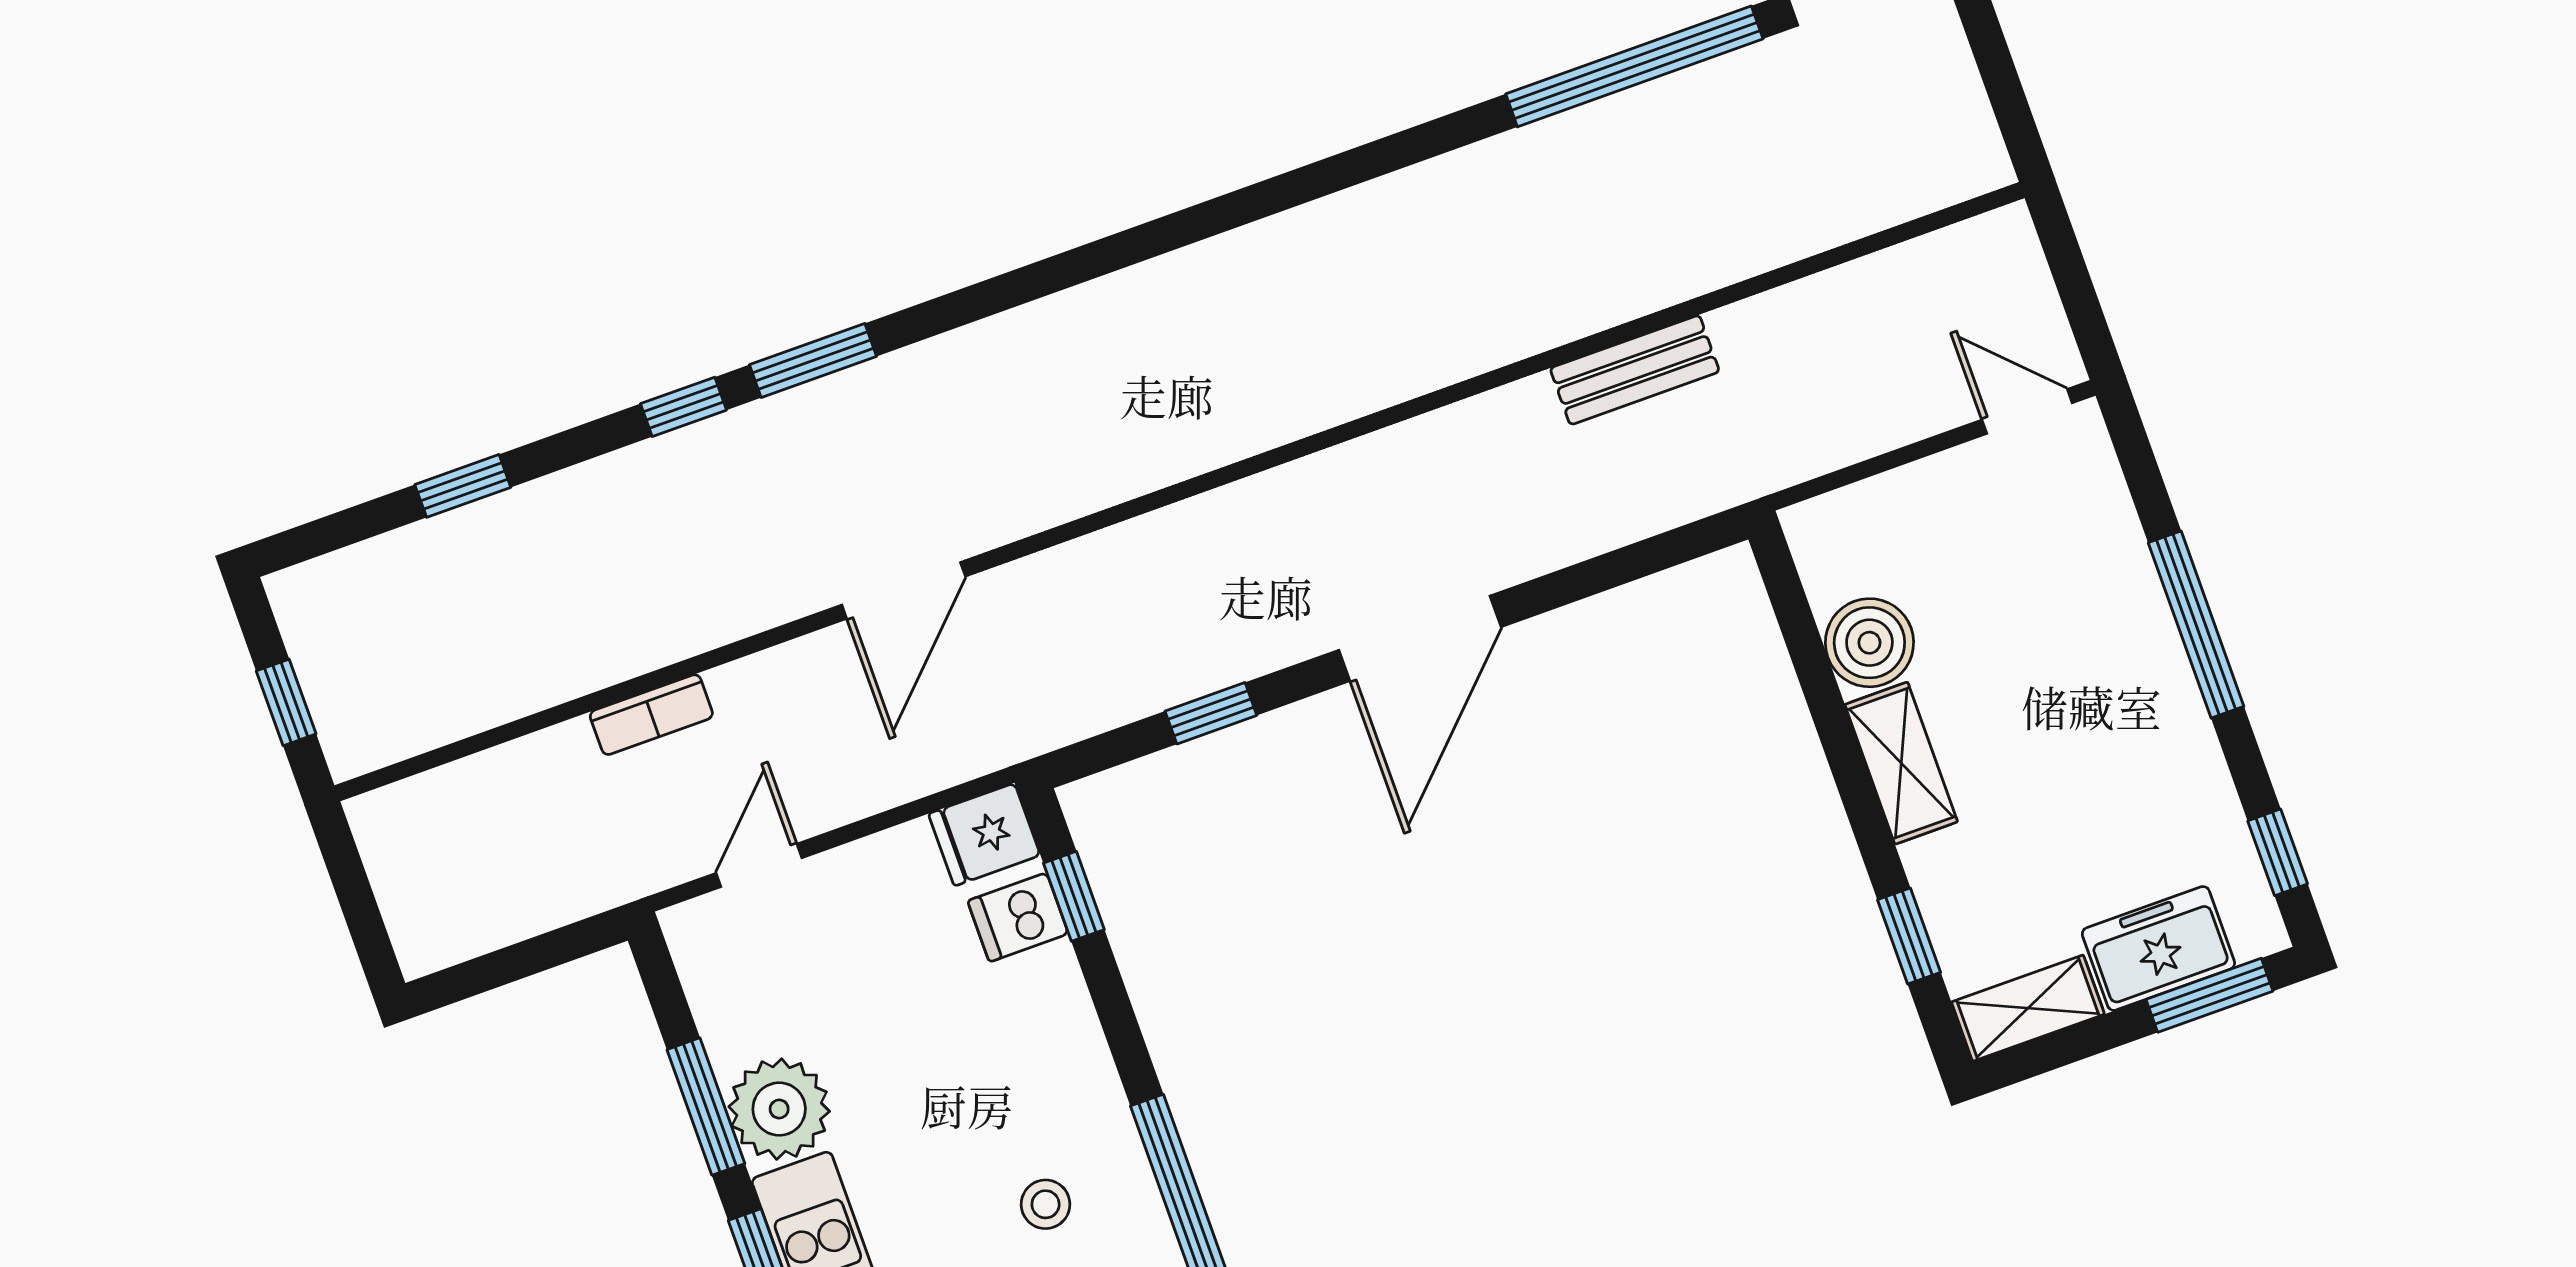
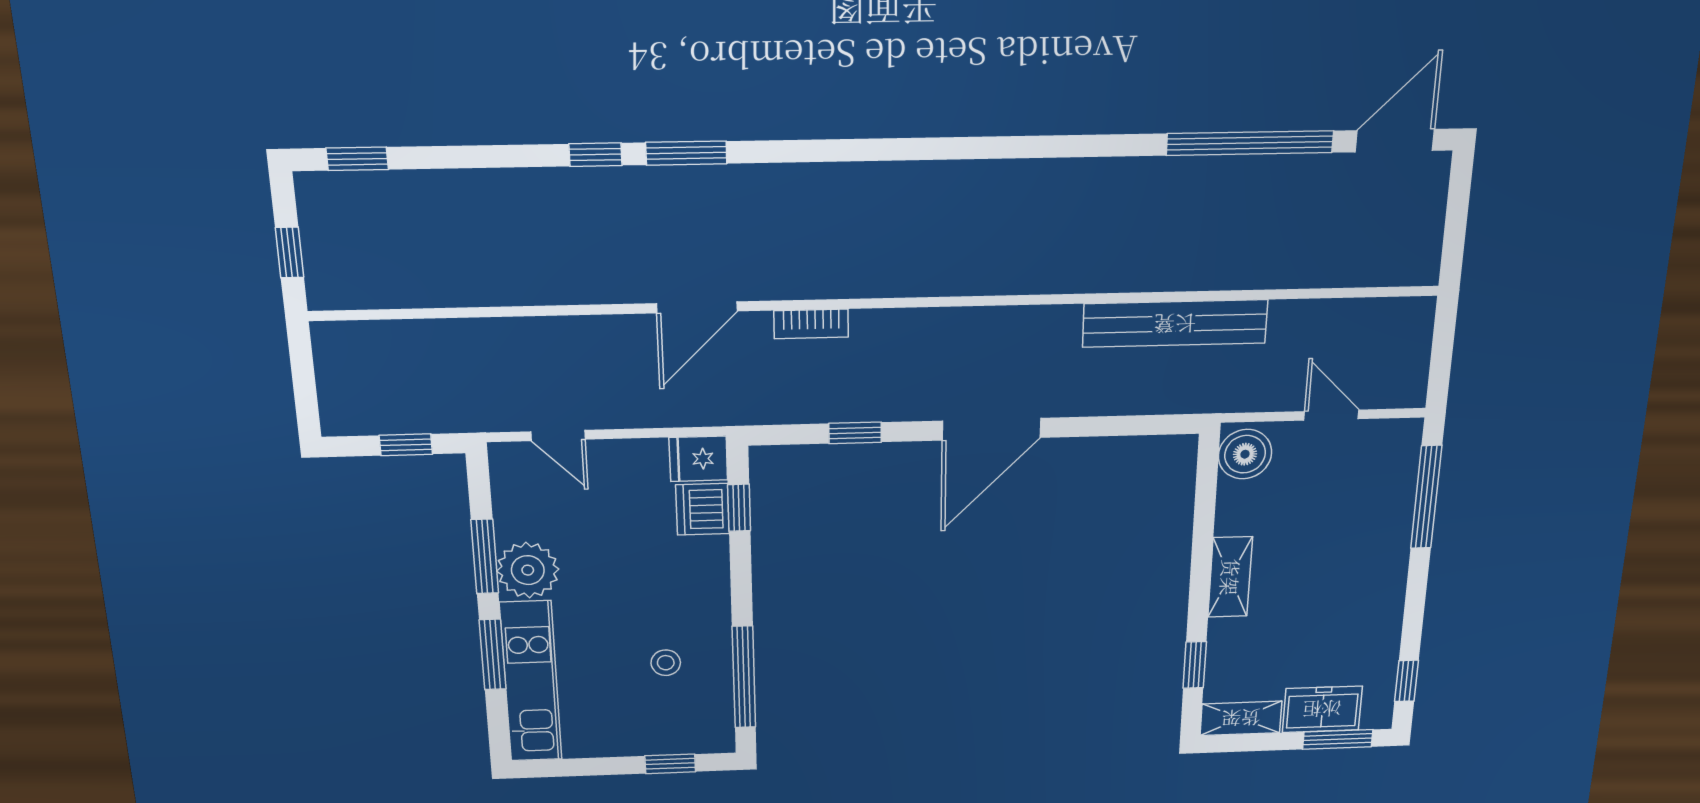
bench: (1635, 370) -> (1175, 324), width x1.86, depth x1.21
door: (2027, 411) -> (1331, 415), moved
window: (463, 486) -> (357, 159), moved
window: (2196, 625) -> (1426, 497), moved
boiler: (1869, 643) -> (1245, 454), moved
bookcase: (651, 715) -> (811, 324), moved
door: (759, 865) -> (558, 435), swing flipped
dishwasher: (1018, 917) -> (703, 509), width x1.38
window: (535, 955) -> (406, 445), added

